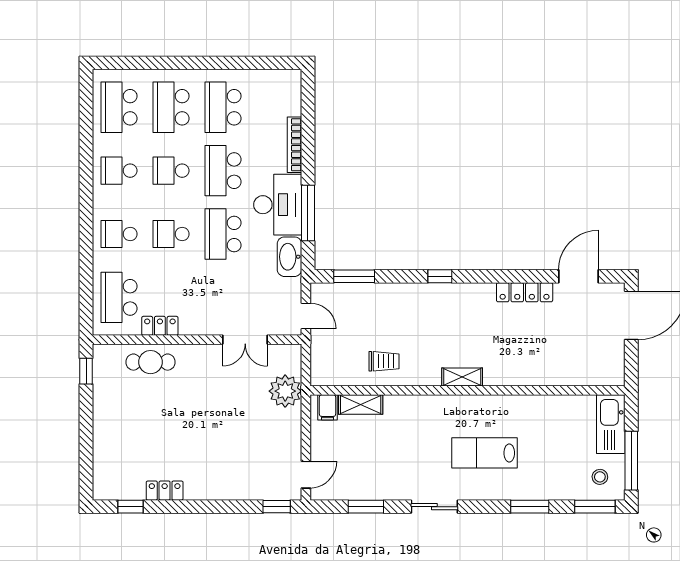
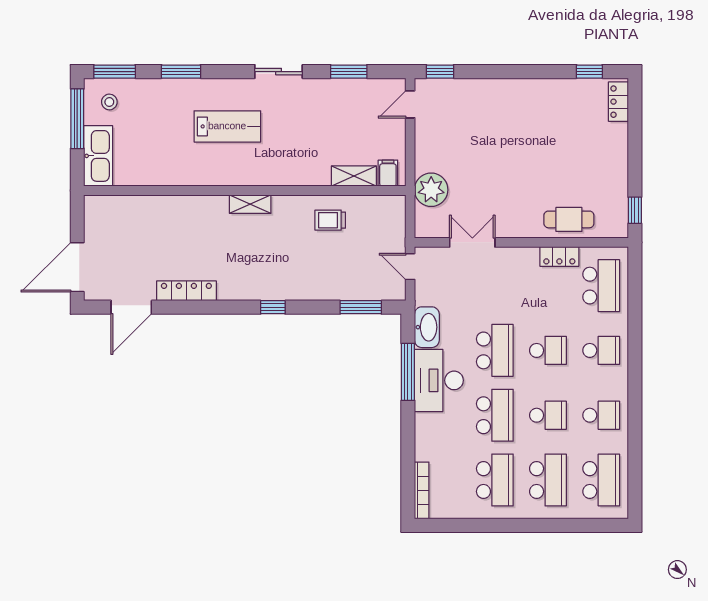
bookcase: (294, 145) -> (422, 491), moved
locker: (165, 491) -> (618, 102), moved, turned 90

